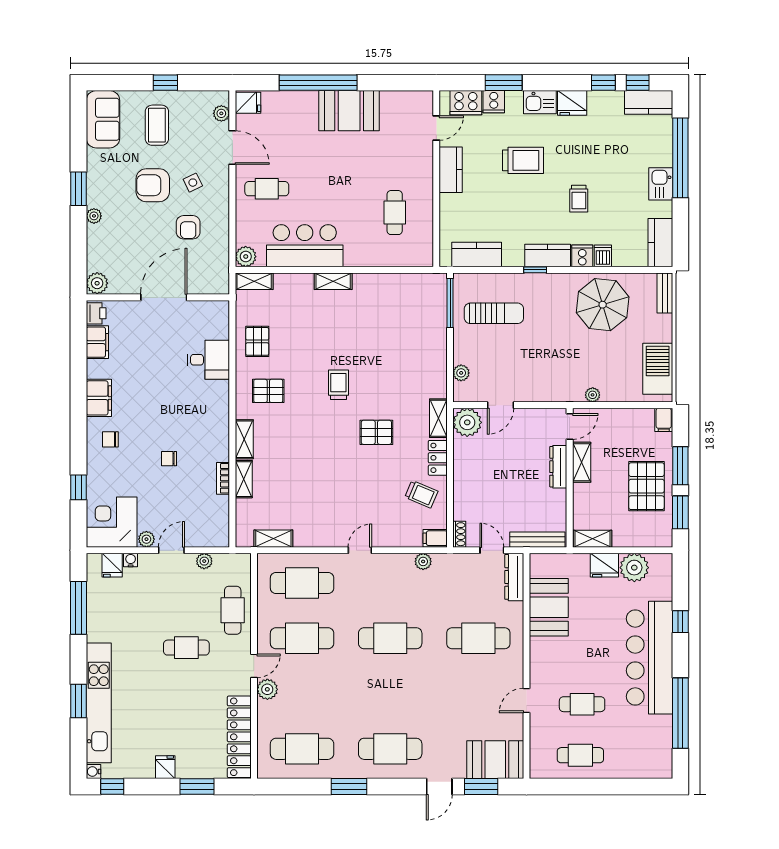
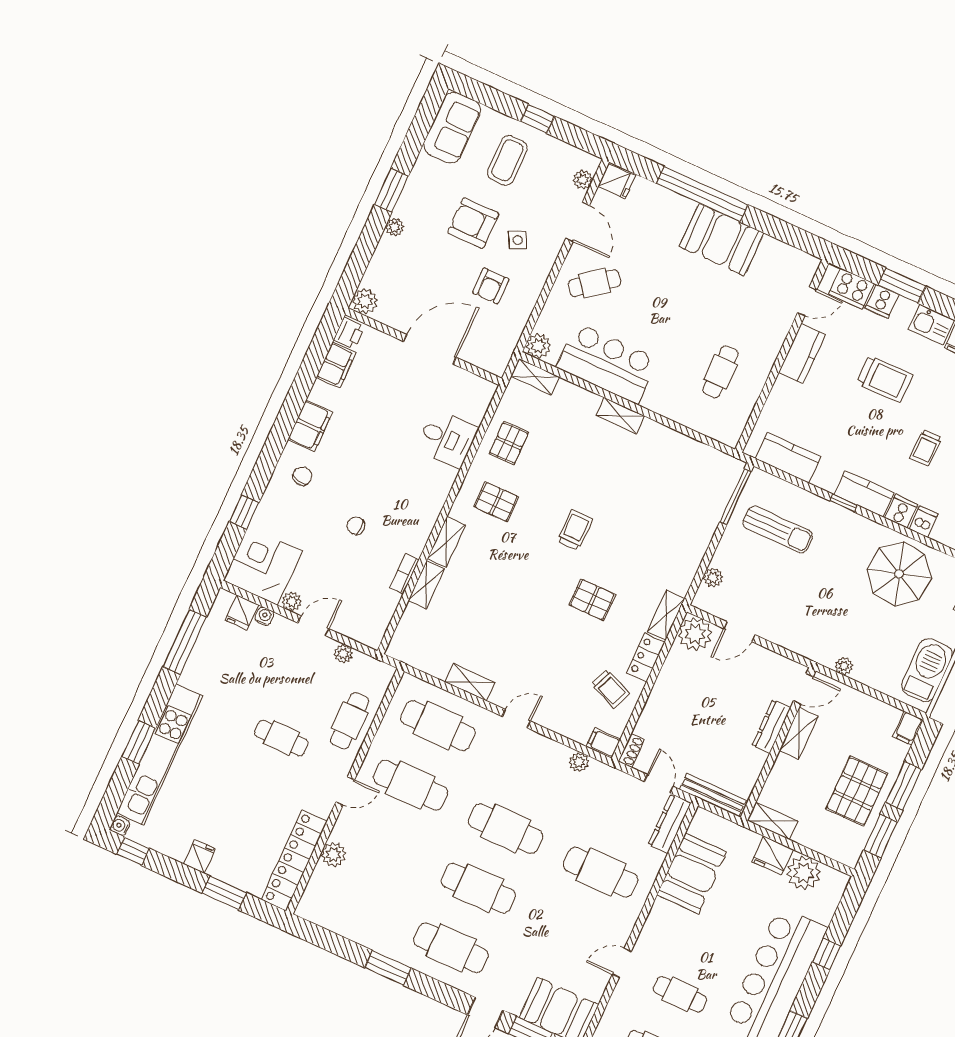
cafe table: (267, 189) -> (594, 283), turned -38
chair: (110, 439) -> (302, 476), turned 100
shelving: (273, 539) -> (470, 682), moved
plant: (267, 689) -> (333, 855), moved
cafe table: (302, 749) -> (478, 888), moved

